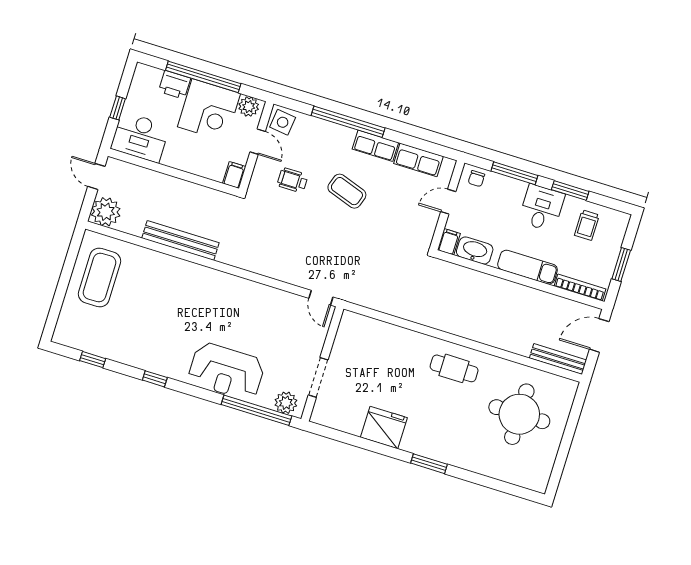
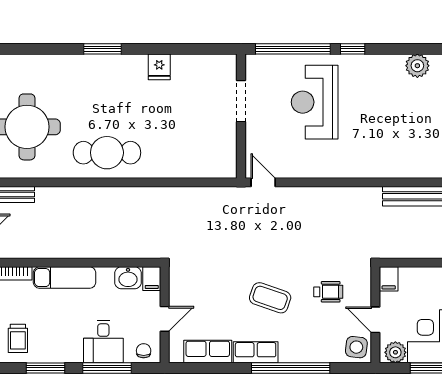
desk: (542, 208) -> (103, 342), moved
trolley: (587, 225) -> (18, 338), turned 180
washbasin: (475, 251) -> (128, 278), width x0.72
cafe table: (454, 368) -> (107, 153), width x1.37, depth x1.35
reception desk: (226, 371) -> (315, 102), moved, turned -90
window: (155, 379) -> (353, 49), moved
plant: (286, 403) -> (417, 66), moved
fridge: (384, 428) -> (159, 67), width x0.53, depth x0.75

